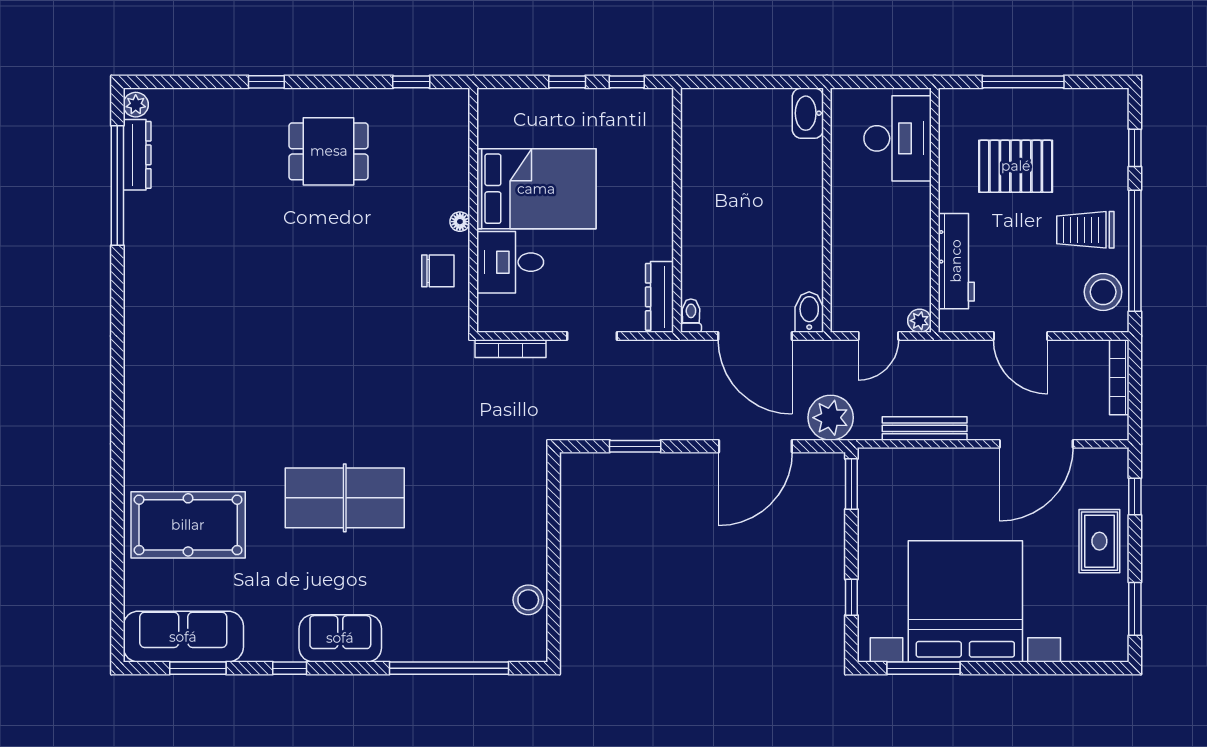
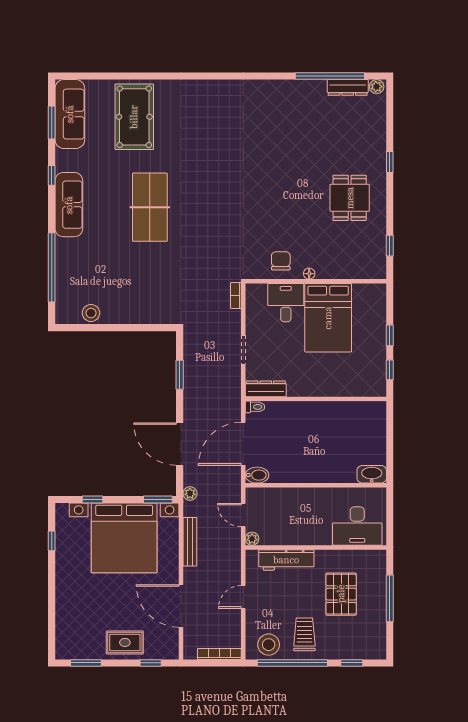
chair: (438, 271) -> (281, 261), turned 180
door: (1020, 336) -> (243, 597), width x0.73
bookcase: (511, 349) -> (236, 295), width x0.64
plant: (831, 418) -> (190, 493), width x0.53, depth x0.53
bed with nightstands: (965, 601) -> (124, 538), moved, turned 90
sofa: (340, 638) -> (69, 205), width x1.36
window: (923, 668) -> (52, 541), width x0.46

